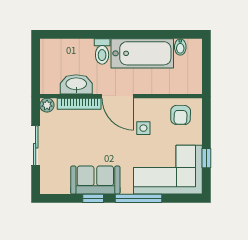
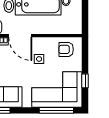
armchair: (181, 115) -> (66, 49), turned 89
window: (138, 198) -> (56, 110), moved

